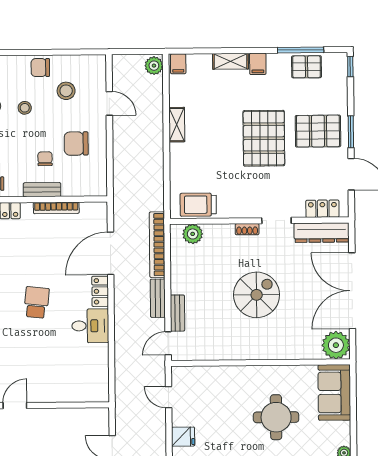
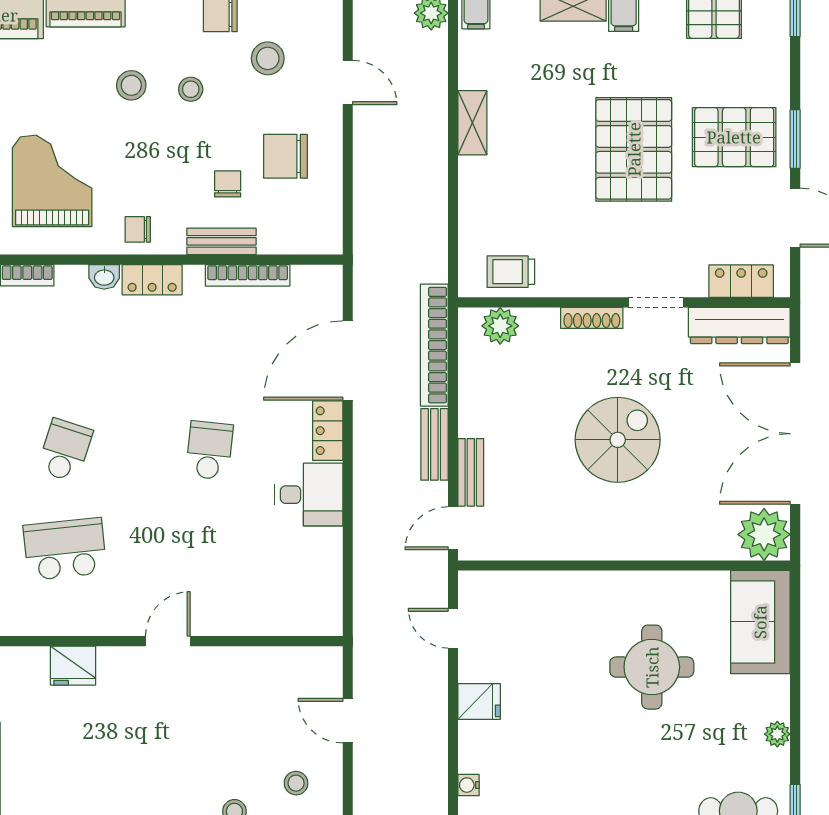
trolley: (198, 205) -> (511, 272), width x0.73, depth x0.72
shoe rack: (247, 229) -> (592, 318), width x1.43

